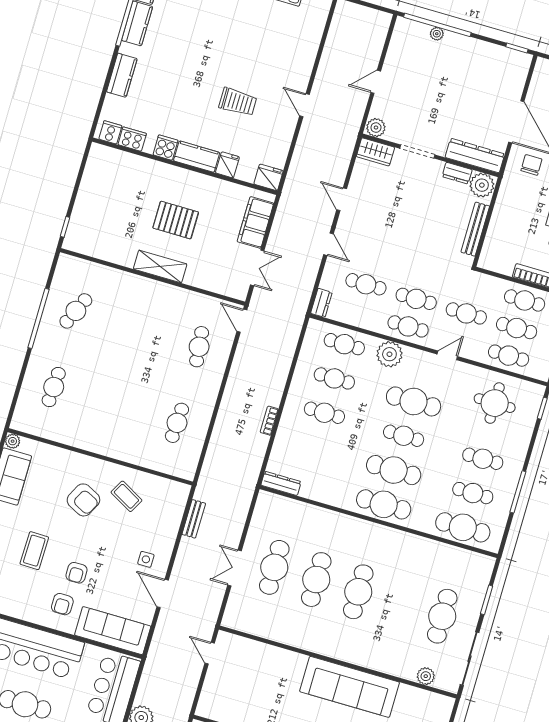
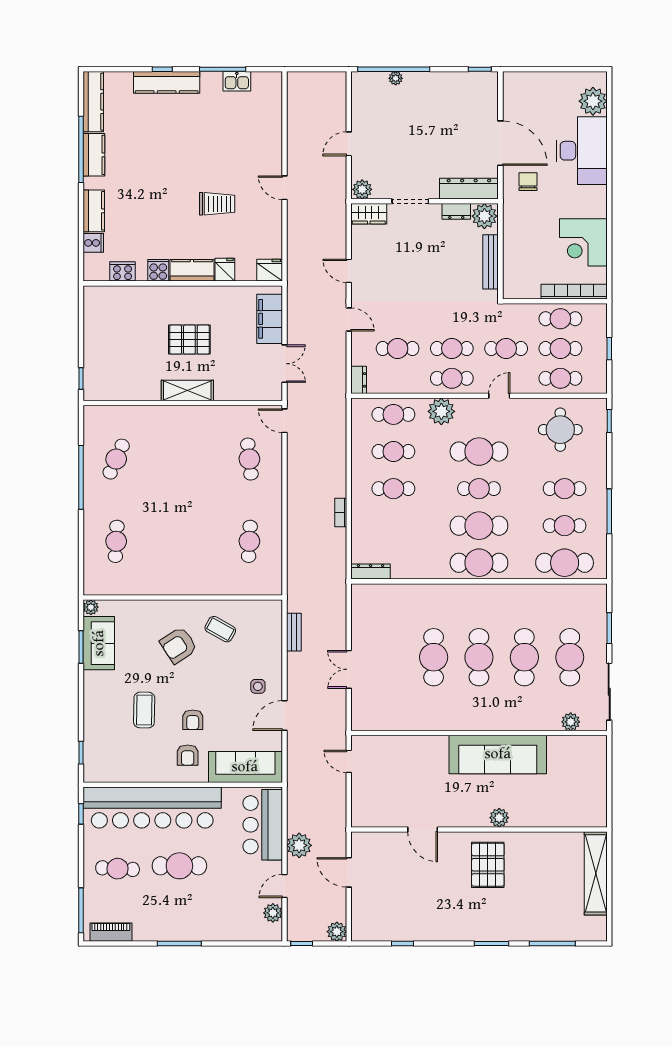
cooker: (110, 132) -> (93, 243), moved, turned 90
armchair: (83, 500) -> (178, 645), turned 120
cafe table: (274, 567) -> (524, 657), moved
door: (163, 593) -> (284, 716), hinge flipped

